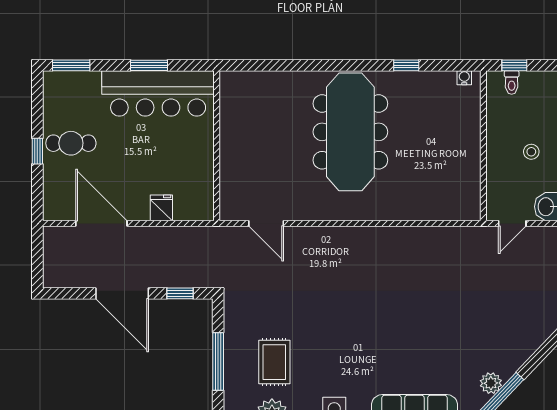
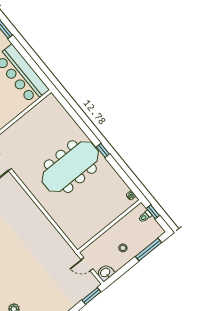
window: (149, 65) -> (30, 61), removed
window: (406, 65) -> (103, 150), moved

